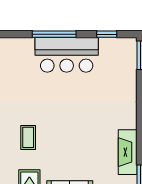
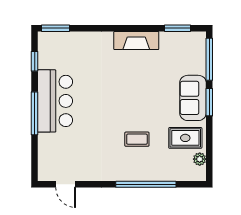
fireplace: (128, 152) -> (136, 41), moved

